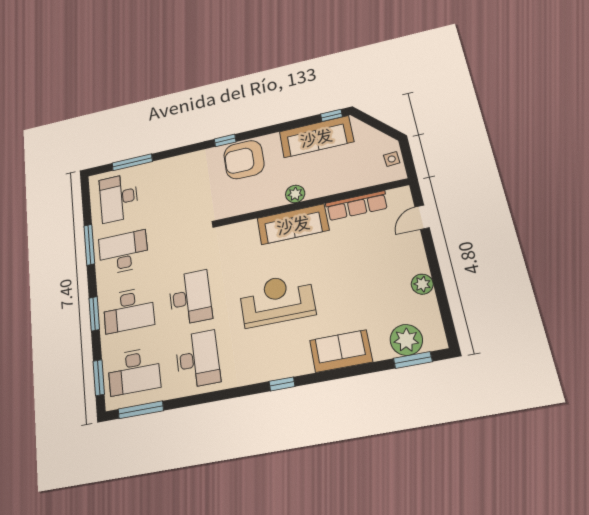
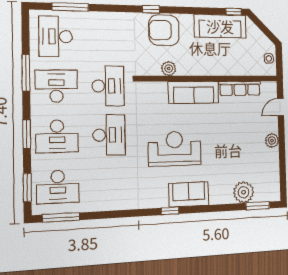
plant: (295, 194) -> (169, 69), moved
plant: (422, 284) -> (272, 141), moved
plant: (406, 340) -> (244, 192), moved
sofa: (341, 351) -> (189, 194), moved
desk: (198, 359) -> (108, 86), moved

